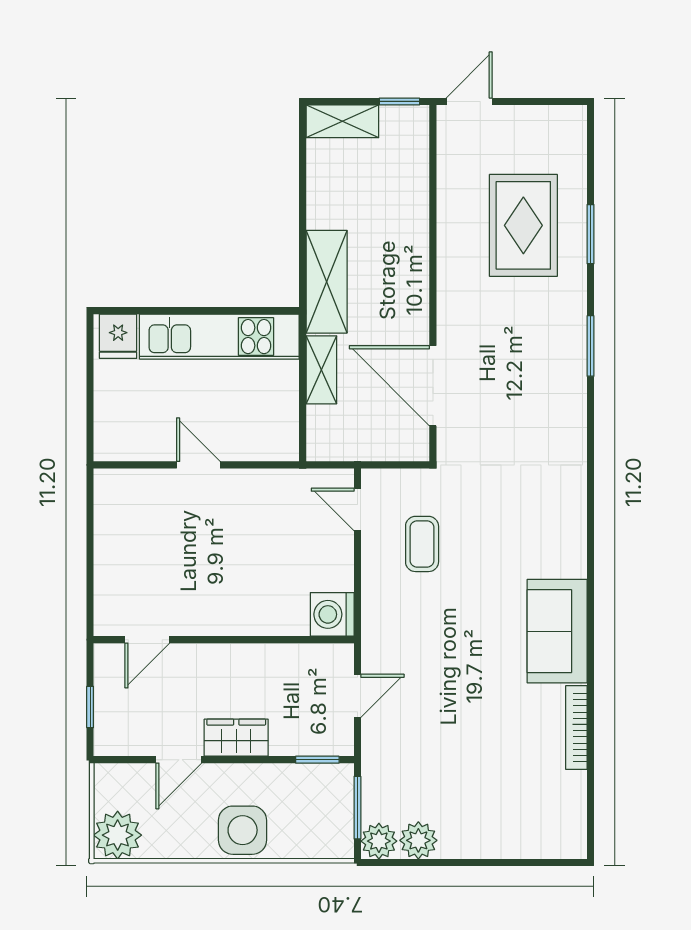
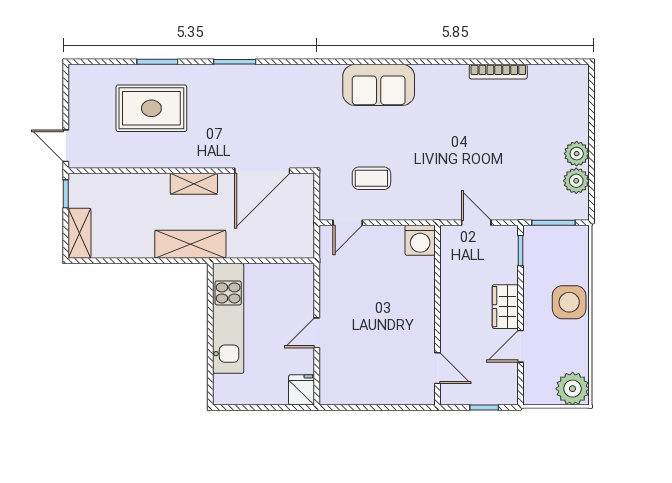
fridge: (118, 336) -> (302, 390), moved, turned -90
shelving: (321, 370) -> (194, 184), moved
sofa: (557, 631) -> (379, 85), moved
door: (179, 760) -> (520, 346), swing flipped
plant: (379, 841) -> (577, 154), moved

